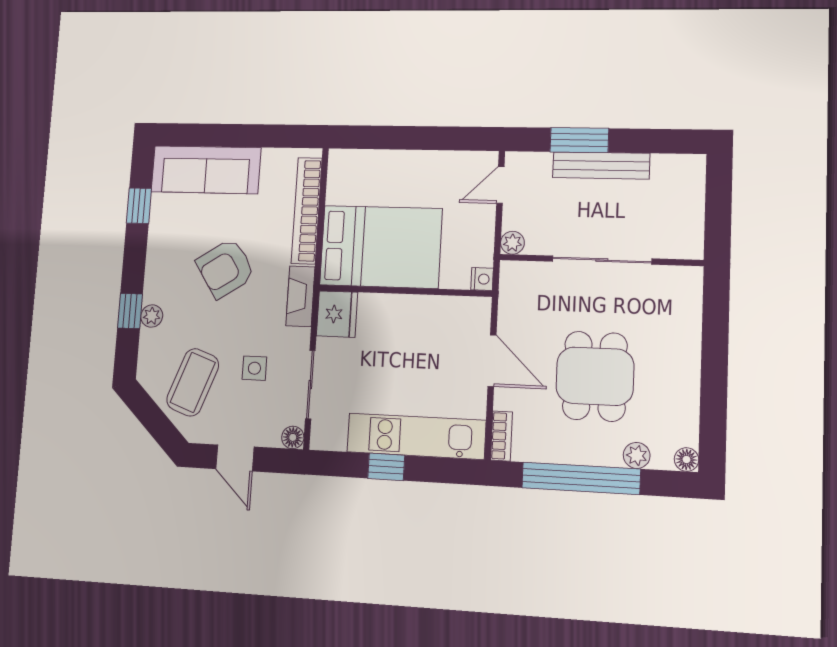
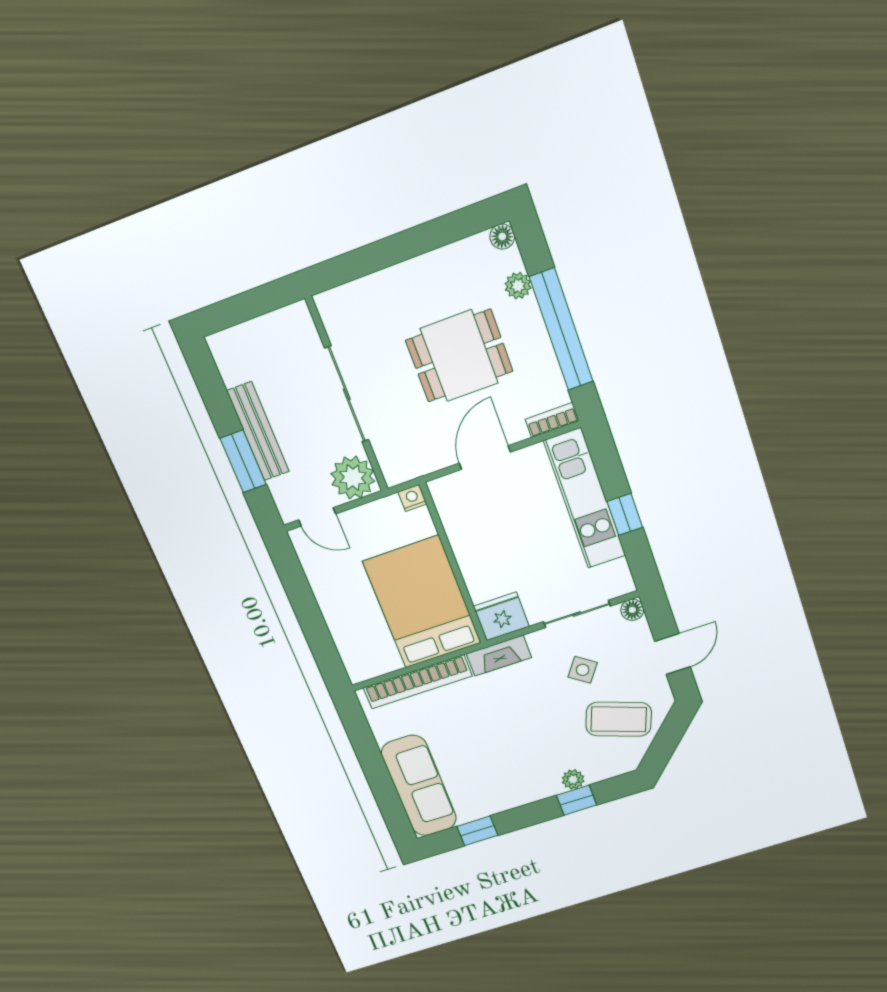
plant: (512, 243) -> (353, 478), width x1.88, depth x1.88
armchair: (226, 268) -> (502, 732), removed
side table: (254, 368) -> (583, 670), turned 36

